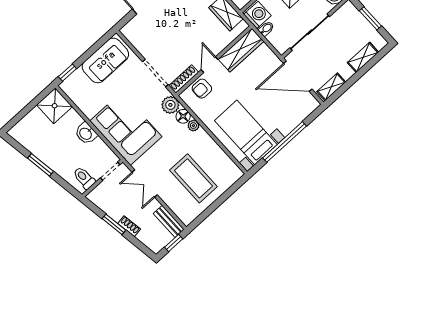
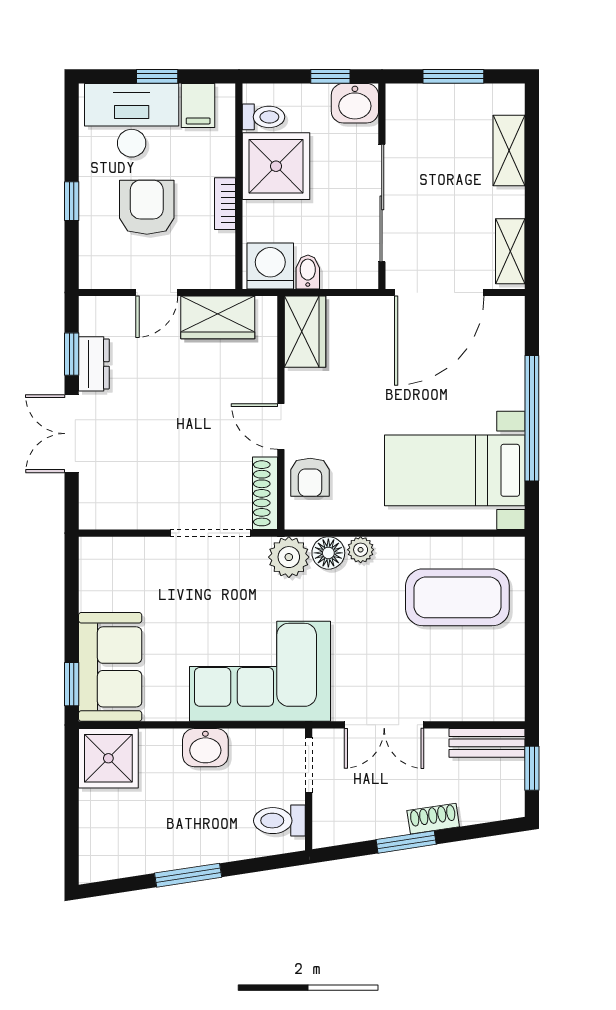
wardrobe: (241, 50) -> (305, 332), width x0.67
sofa: (105, 60) -> (110, 667), moved
coffee table: (193, 178) -> (457, 597), moved

